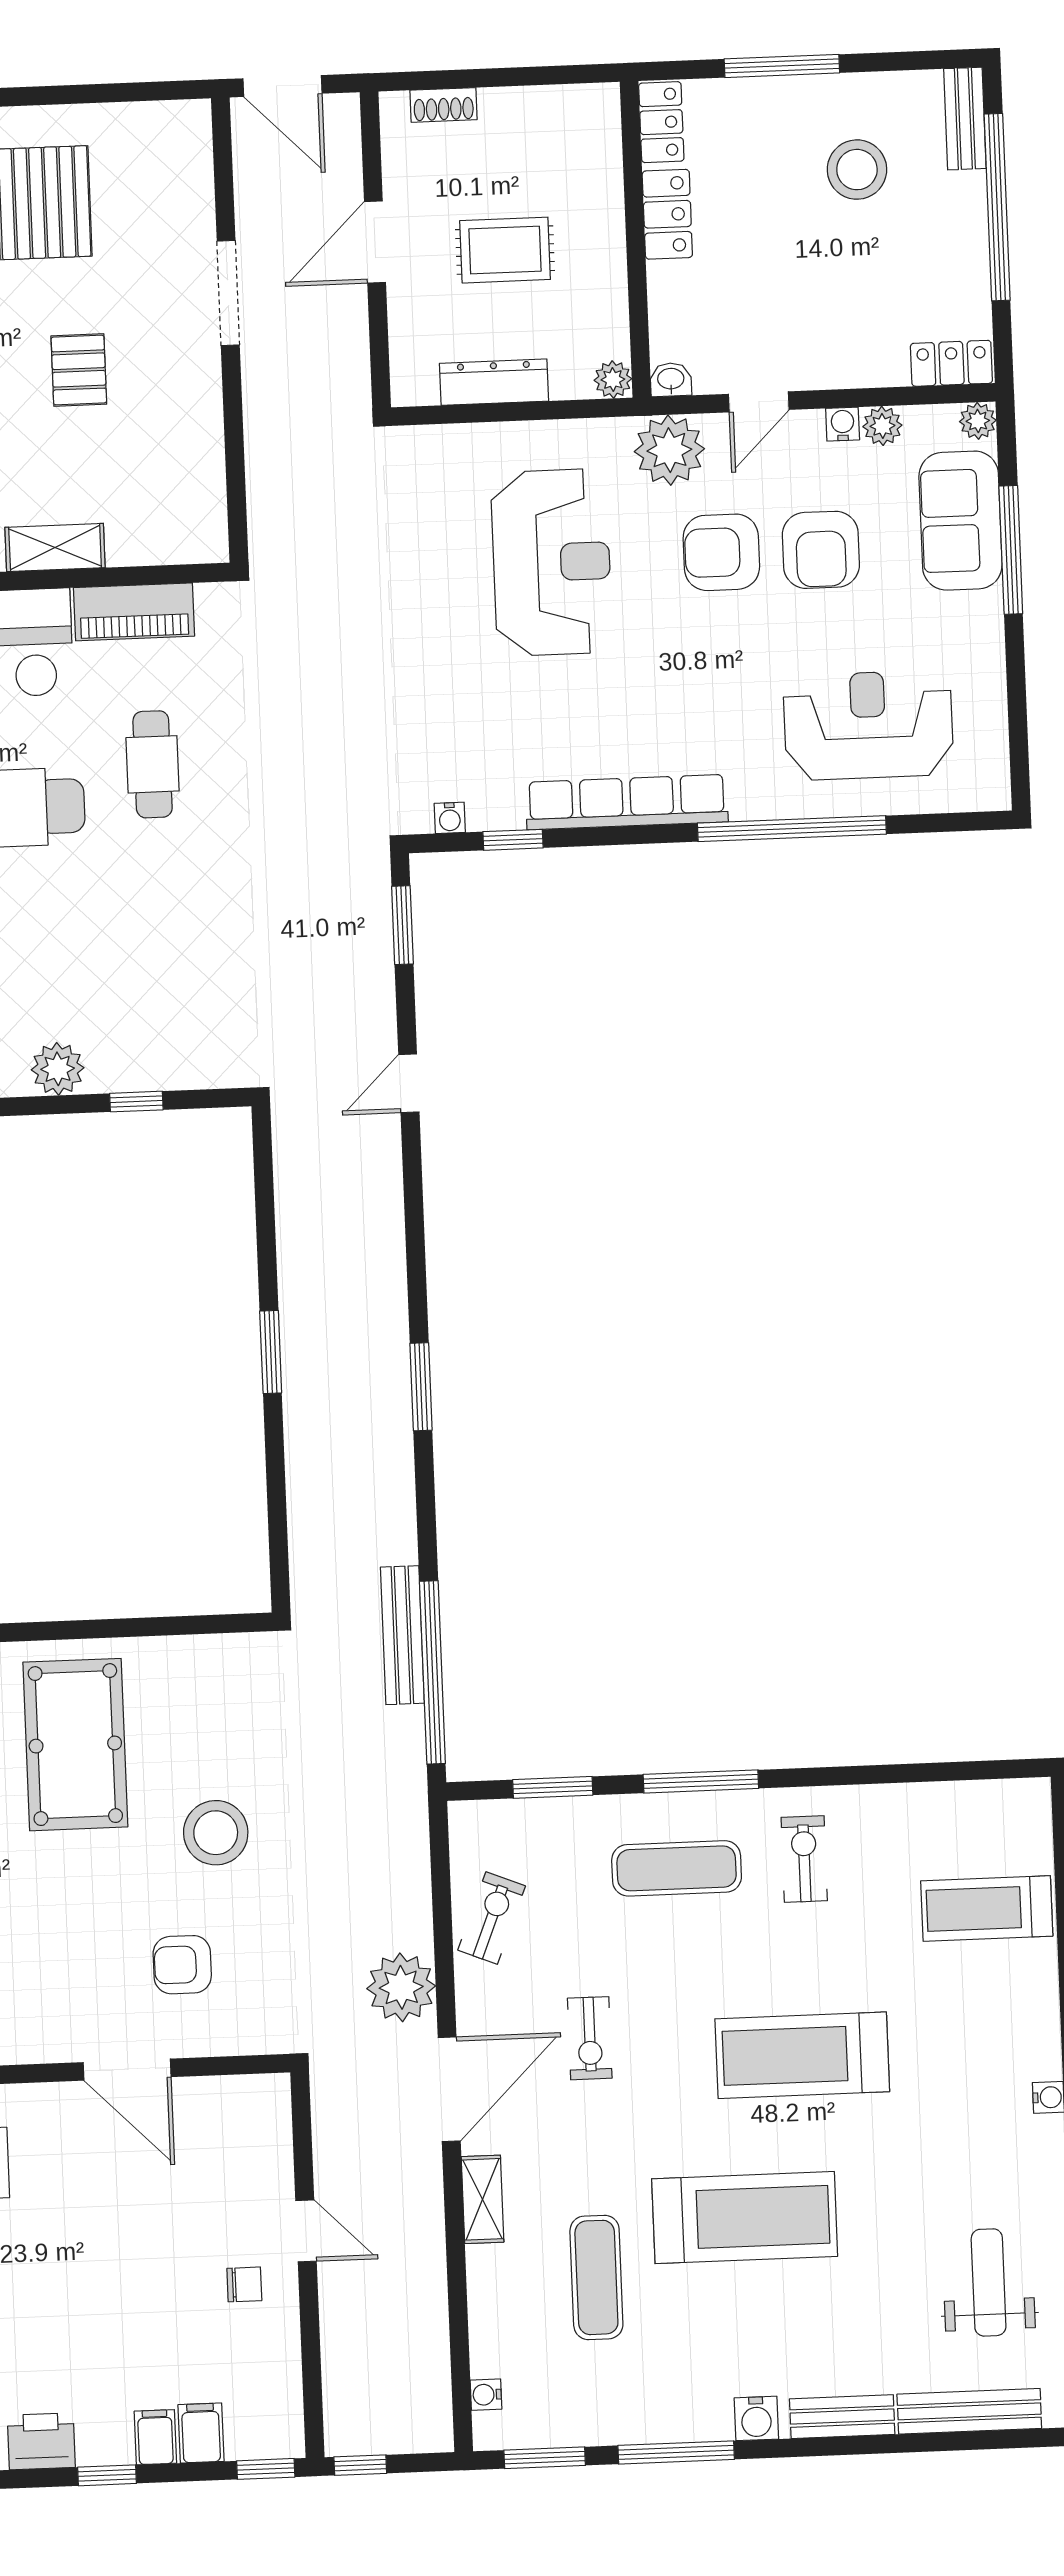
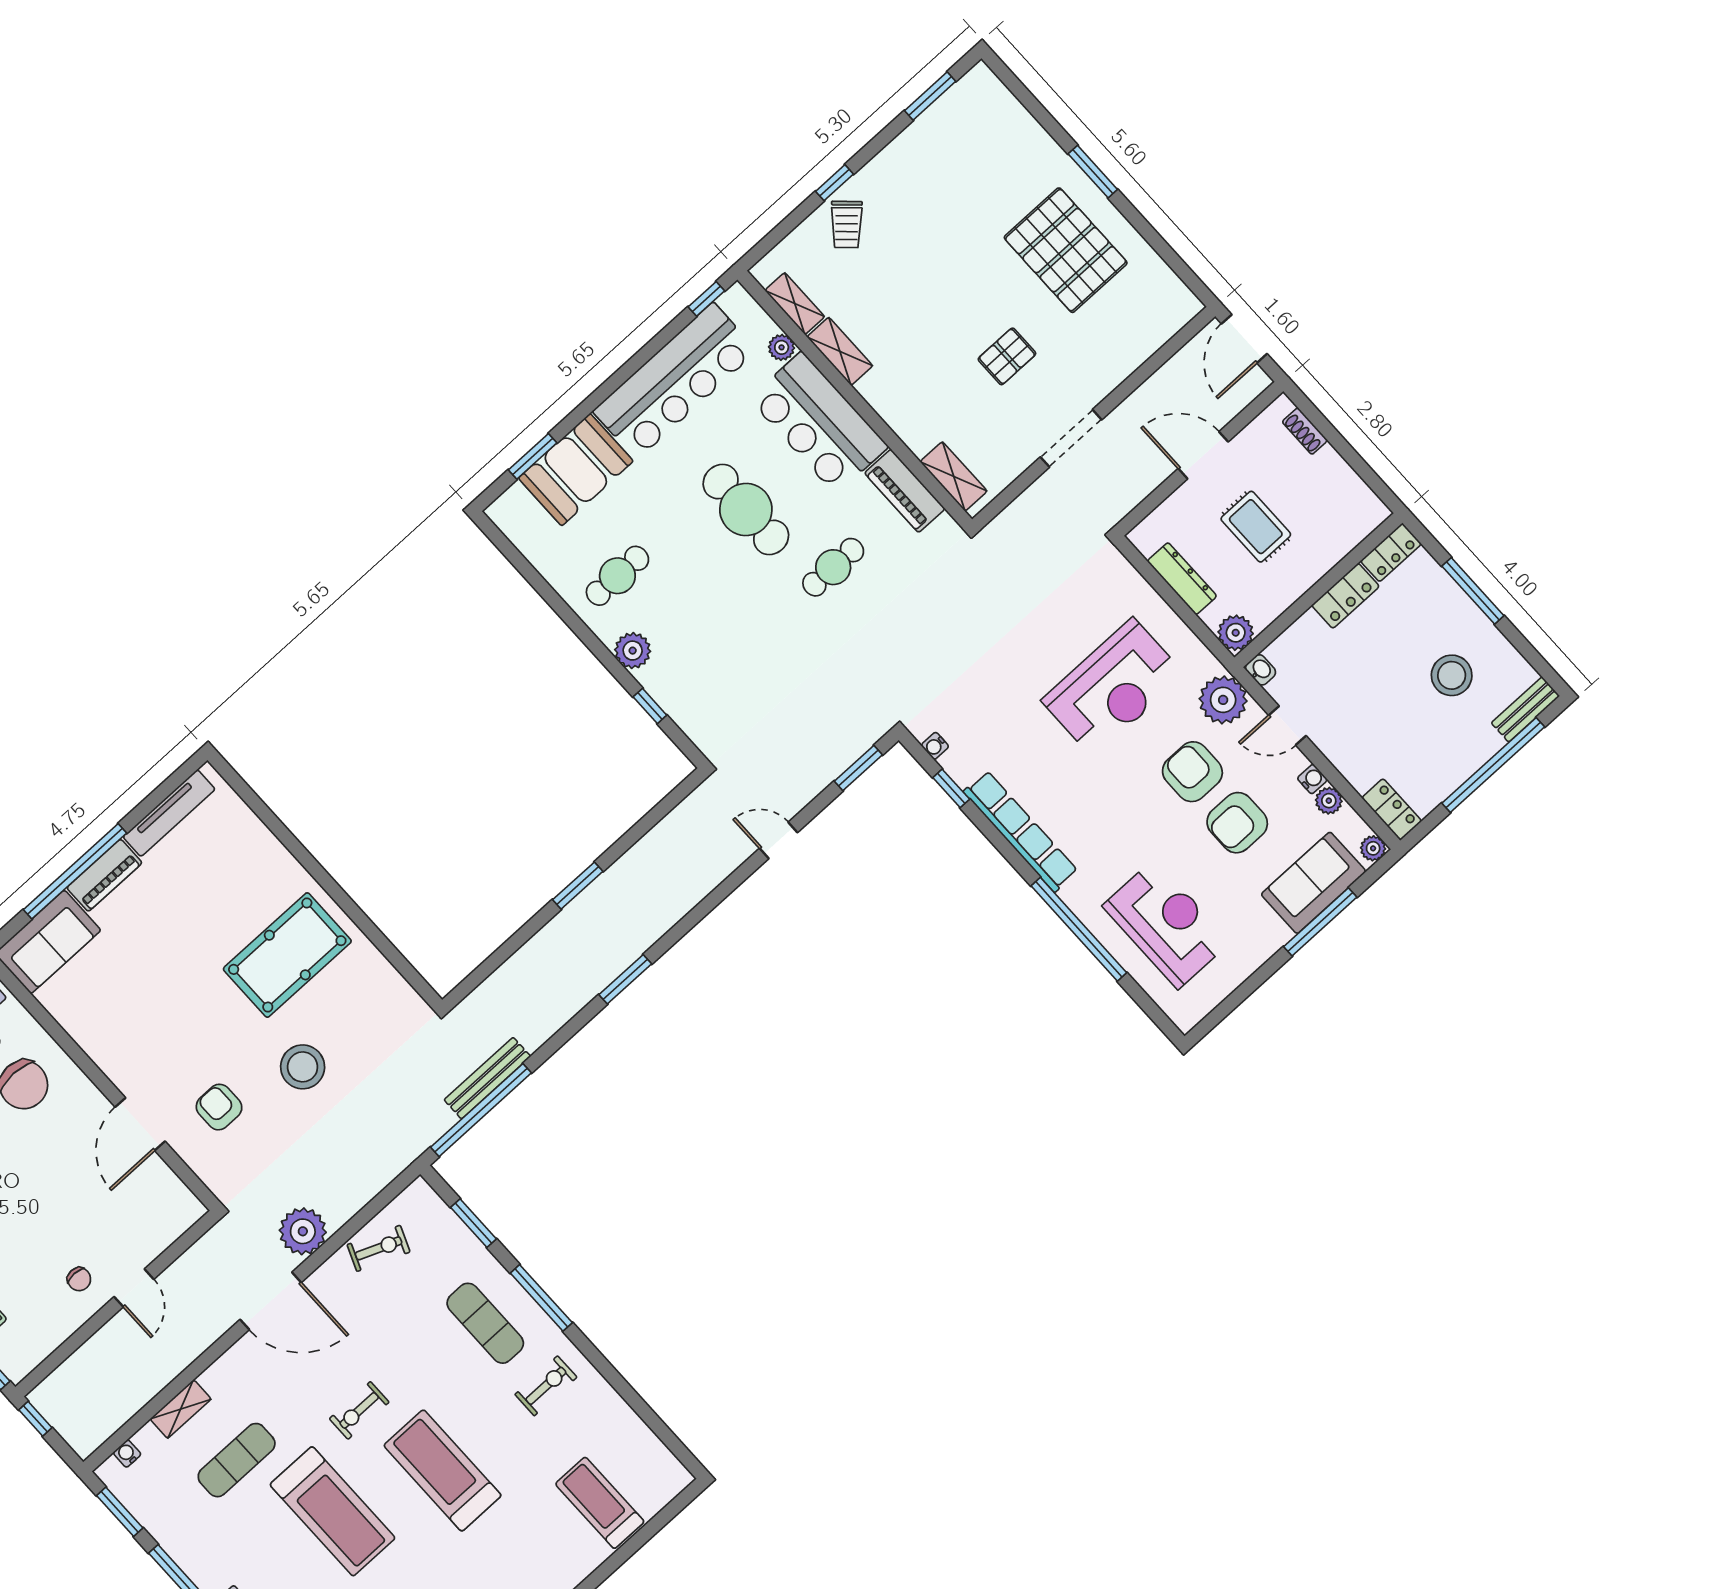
doorway: (228, 293) -> (1071, 438), moved
plant: (613, 380) -> (1236, 633), width x1.38, depth x1.38
shelving: (55, 547) -> (954, 476), moved
exercise bike: (590, 2038) -> (359, 1410), moved
shelving: (483, 2199) -> (181, 1409), moved

